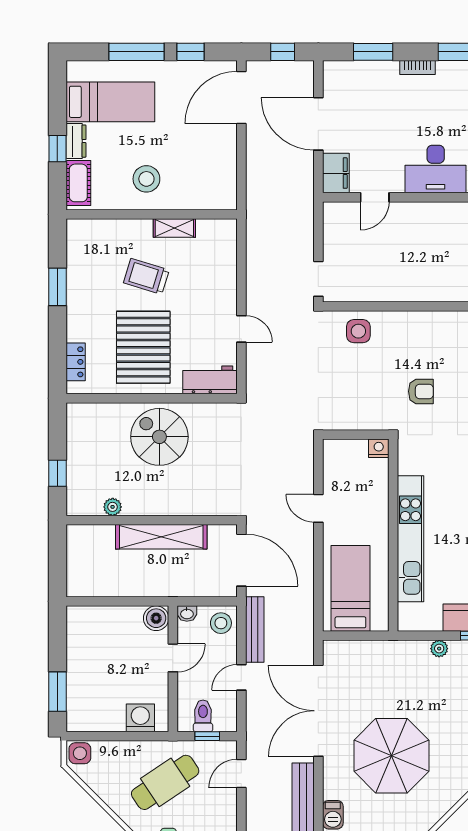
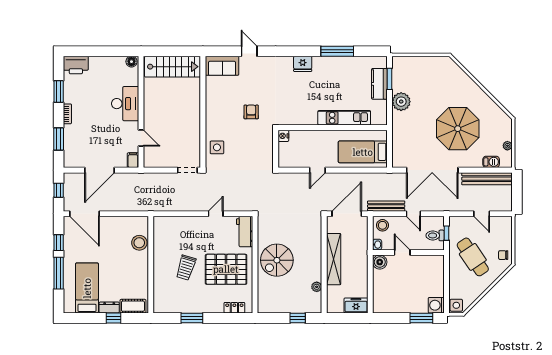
filing cabinet: (336, 173) -> (133, 160), width x0.50
stool: (146, 179) -> (139, 243), moved
shelving: (174, 228) -> (159, 252), removed
kitchen unit: (410, 539) -> (344, 118), width x0.73
freezer: (80, 576) -> (356, 305), added
plant: (439, 649) -> (401, 102), width x1.87, depth x1.87
washing machine: (140, 718) -> (436, 305), moved
door: (241, 773) -> (482, 214), moved

